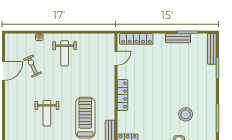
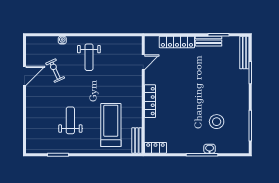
locker: (136, 39) -> (177, 42), moved
weight bench: (47, 113) -> (70, 120), turned 180

